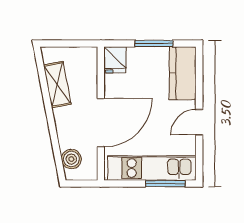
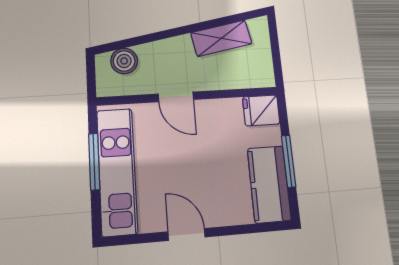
kitchen counter: (183, 73) -> (269, 184), moved, turned -90
door: (101, 123) -> (176, 97), width x0.53
window: (165, 184) -> (94, 162), moved

